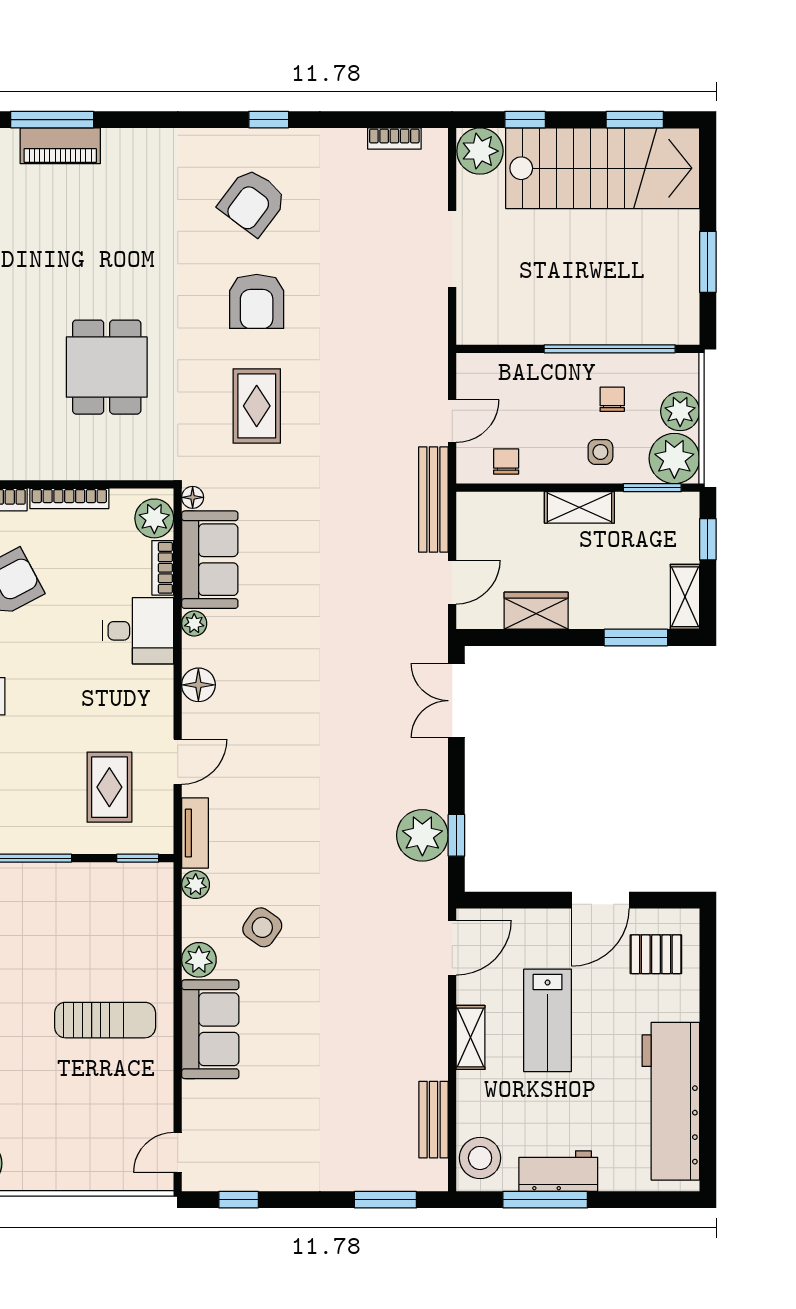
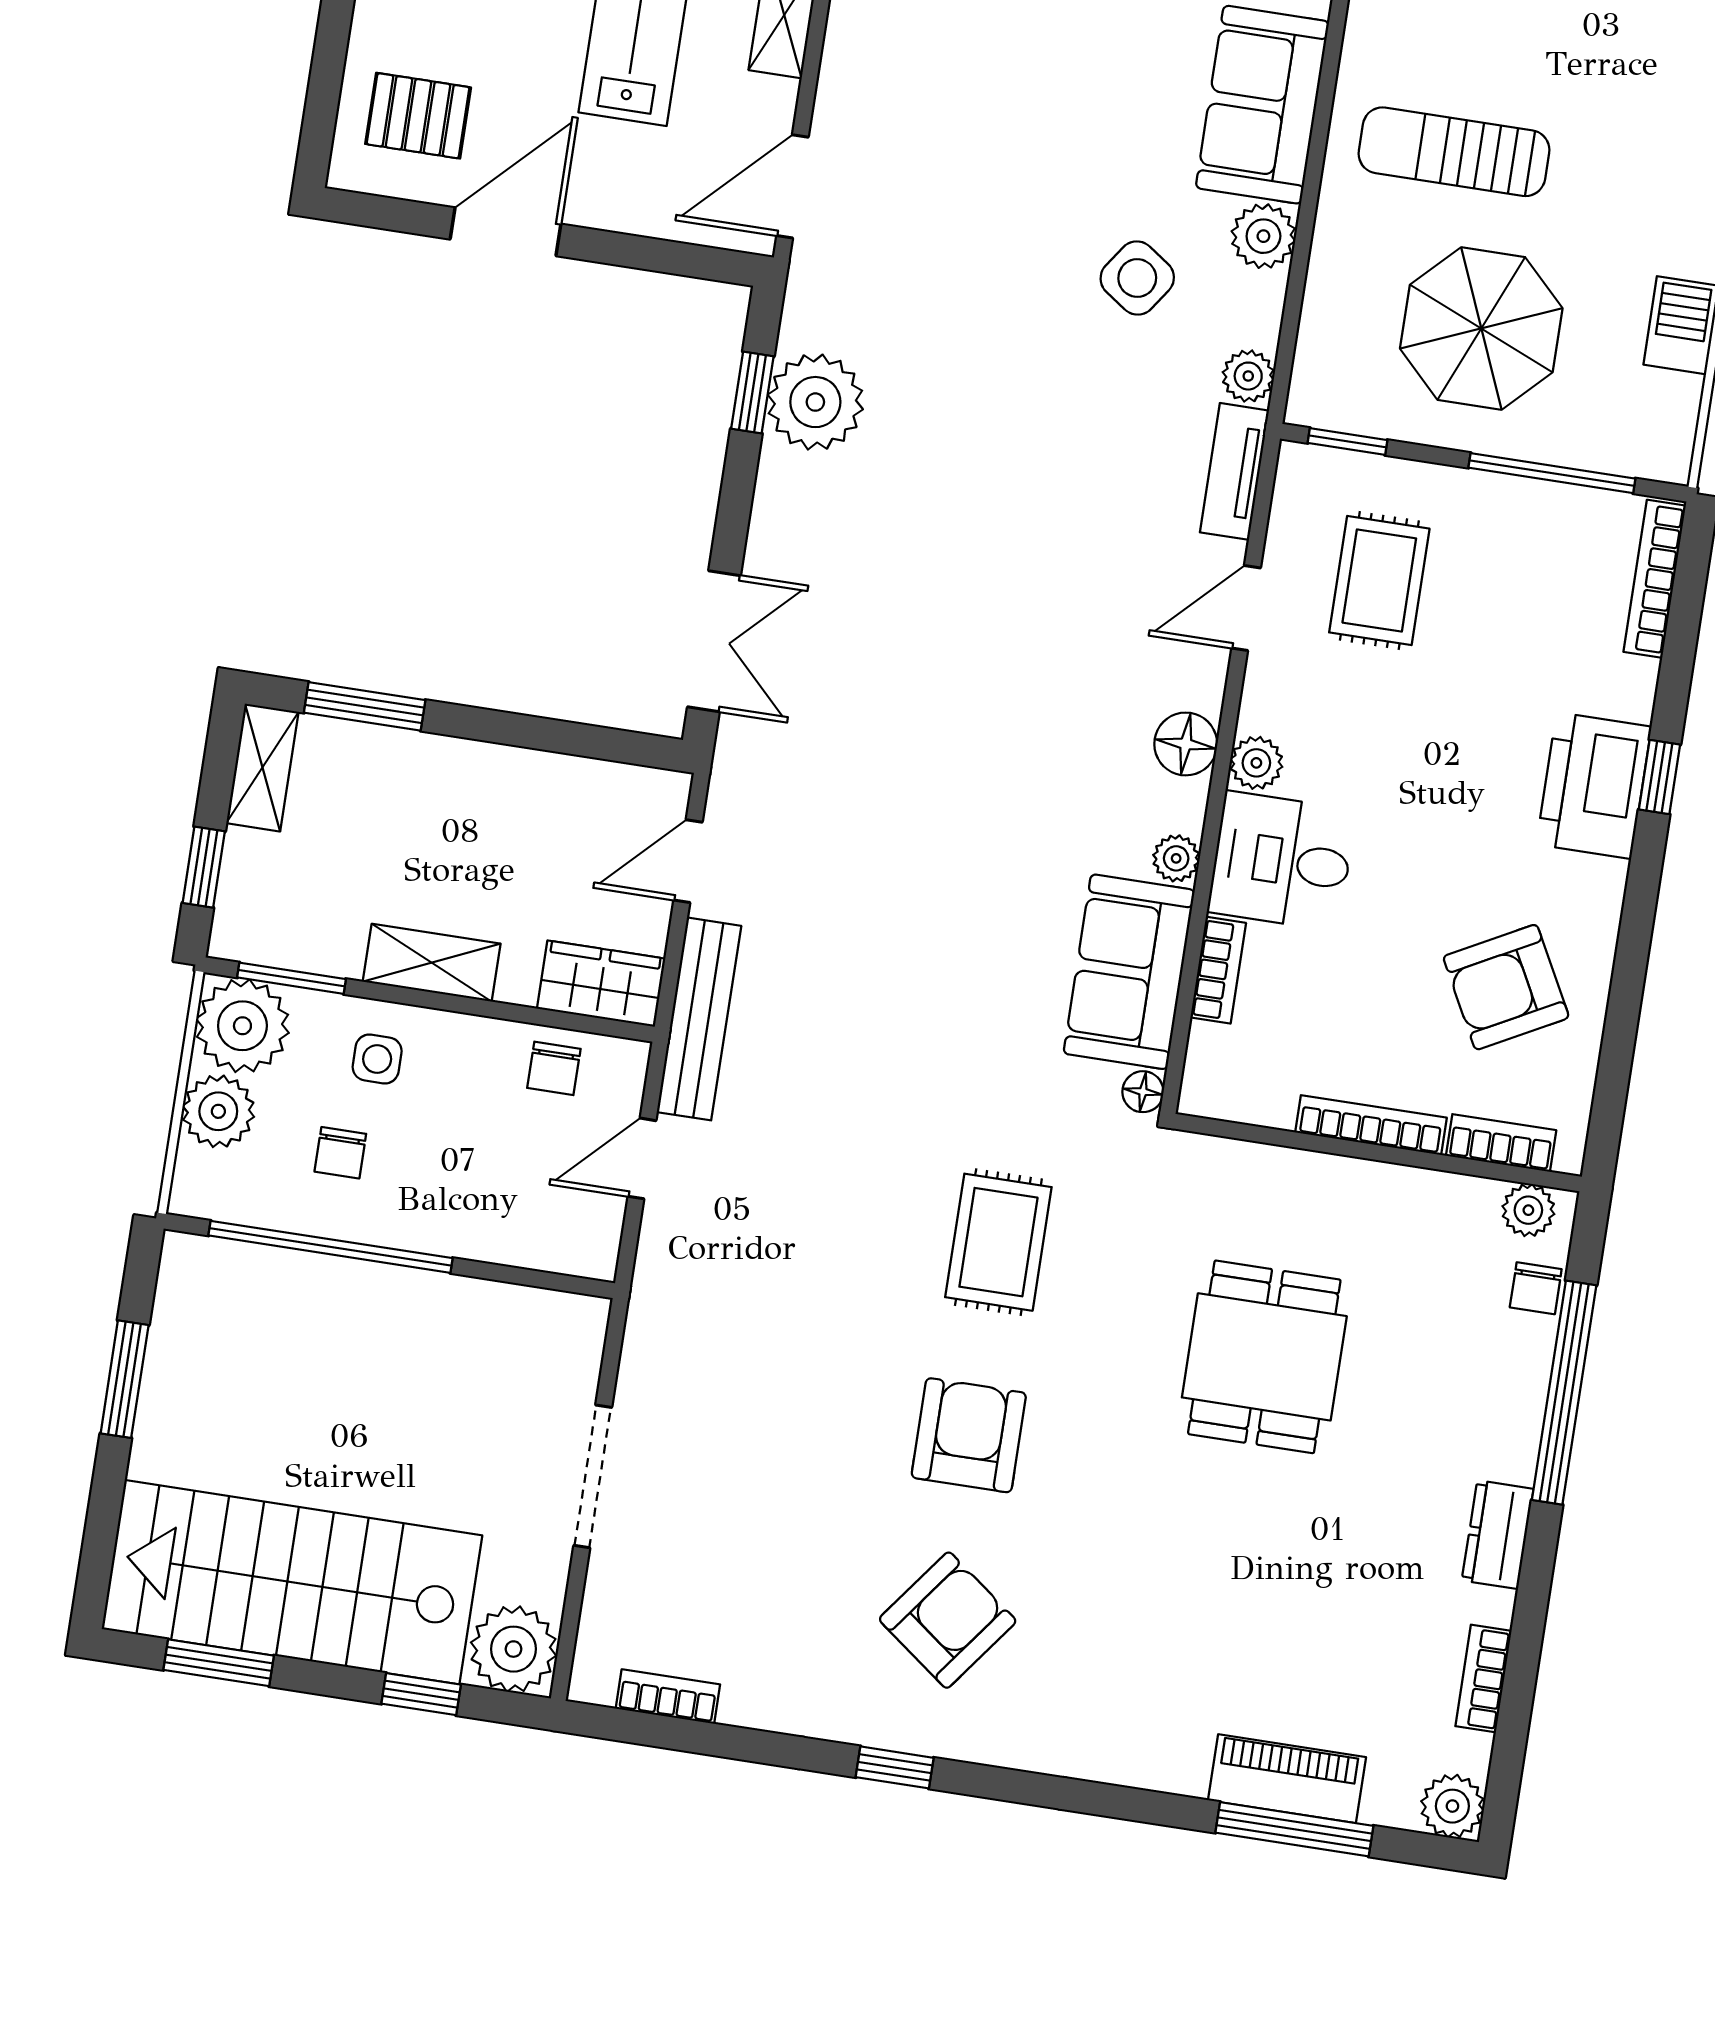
plant: (154, 518) -> (1256, 763), moved, width x0.73, depth x0.73
wardrobe: (536, 611) -> (601, 984), moved, turned 180
parasol: (76, 929) -> (1481, 328), added

